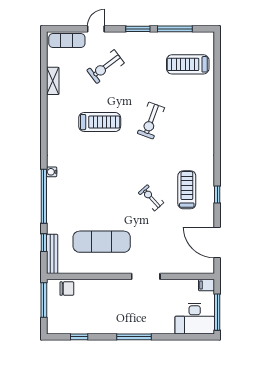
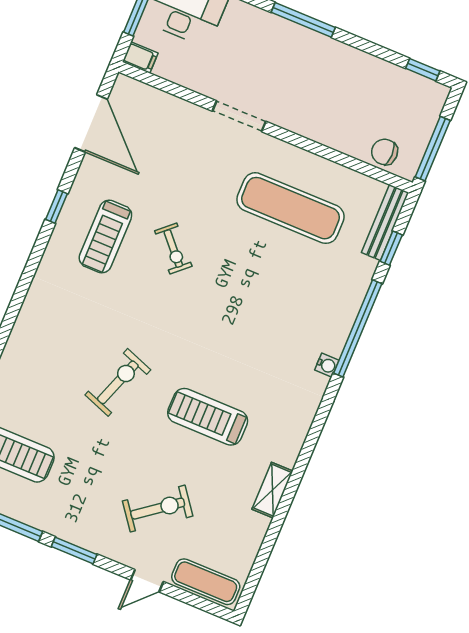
shelving: (53, 81) -> (272, 490), moved
window: (79, 337) -> (423, 70), moved

